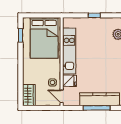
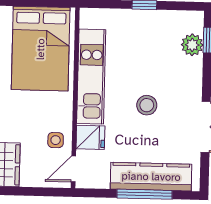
stool: (97, 64) -> (147, 105), added
door: (62, 96) -> (73, 169), hinge flipped

